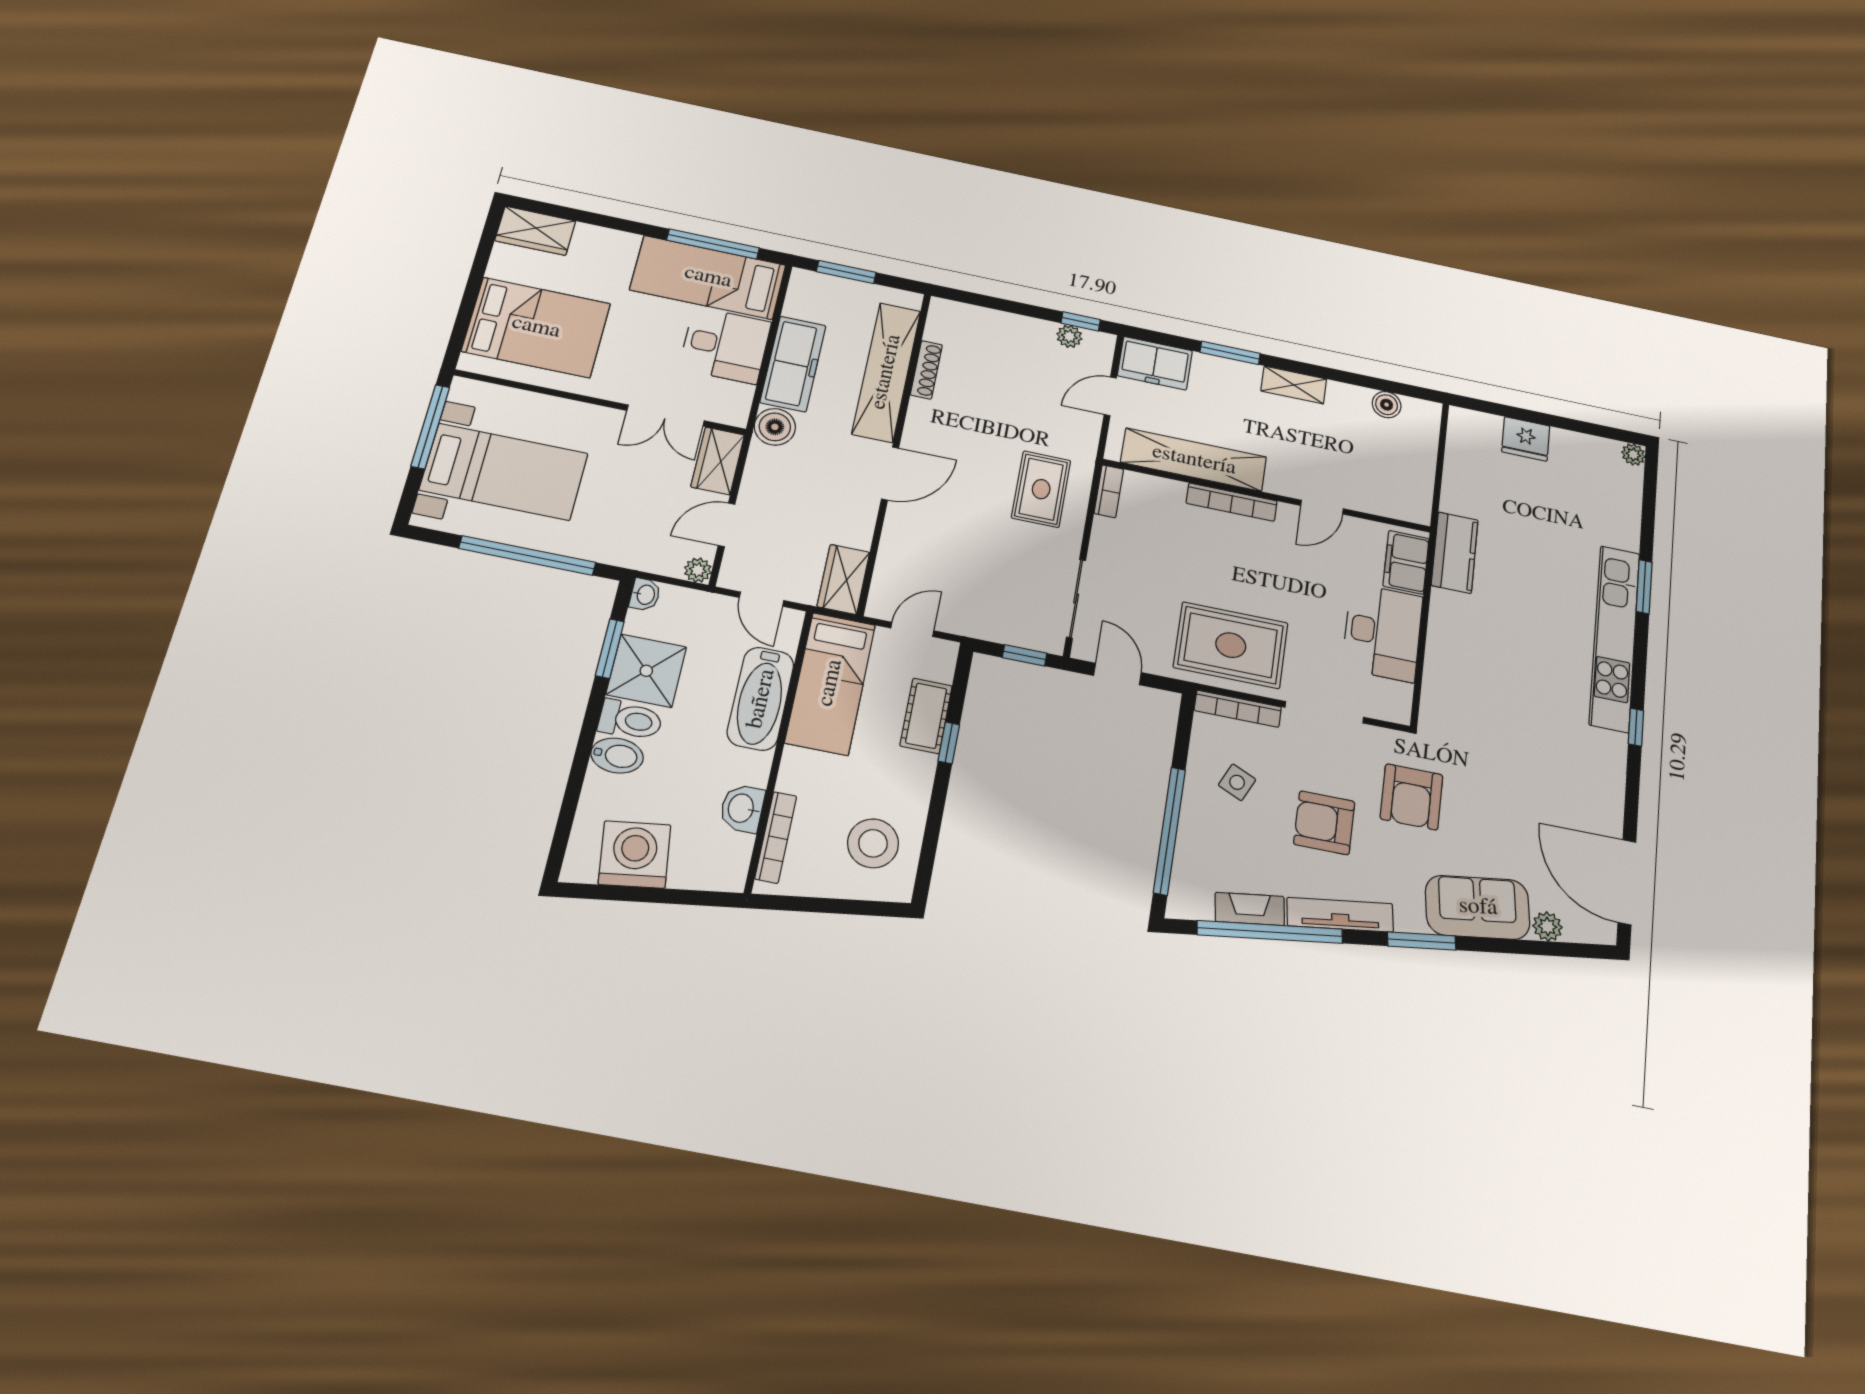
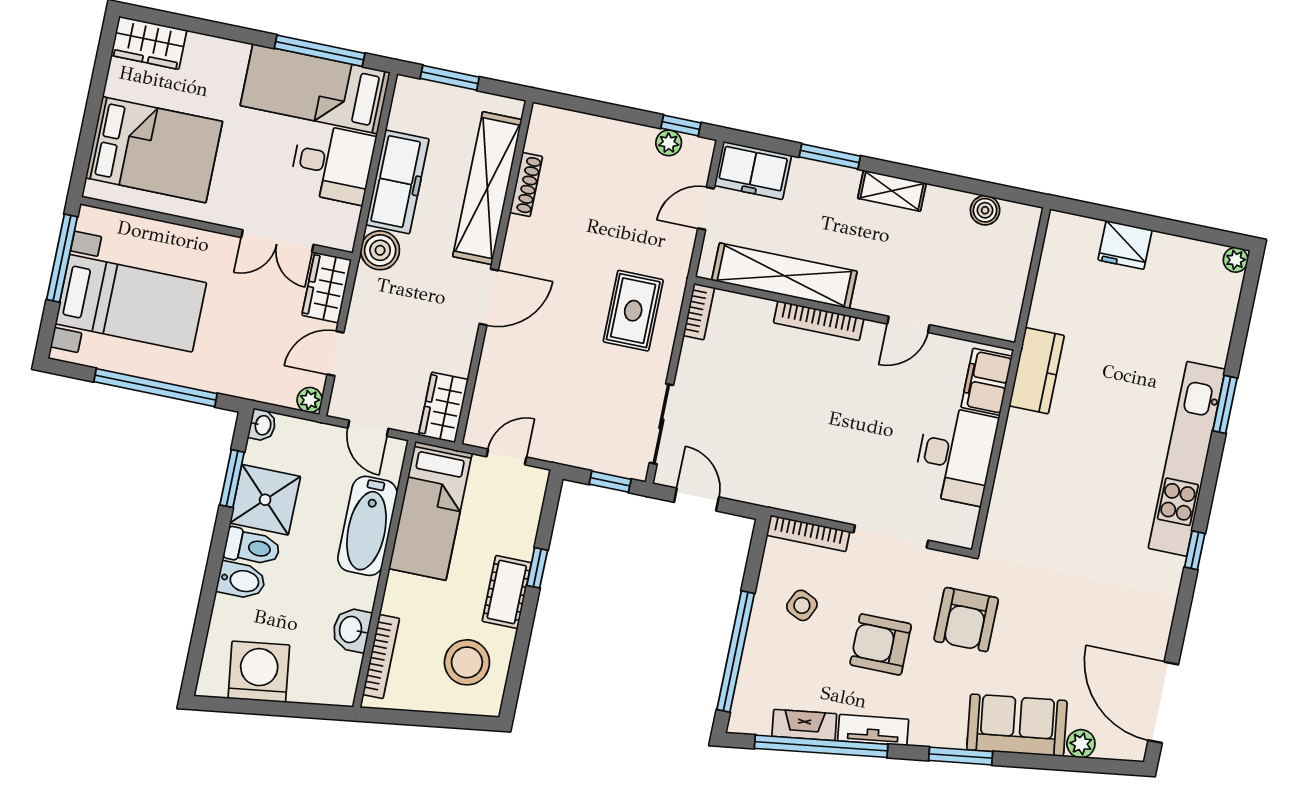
rug: (1231, 645) -> (806, 470), removed
cot: (926, 716) -> (507, 592), moved
tv unit: (1340, 915) -> (873, 730), width x0.71

